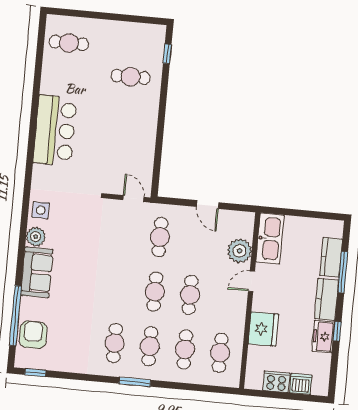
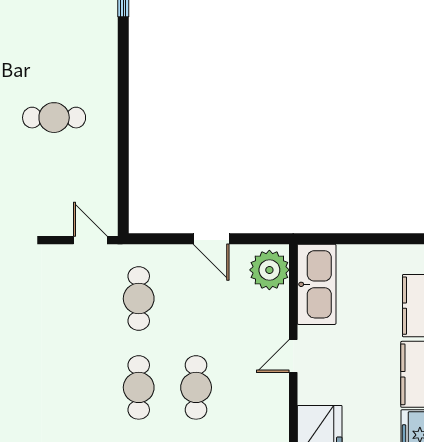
cafe table: (131, 77) -> (54, 118), moved
plant: (240, 251) -> (269, 270), moved

